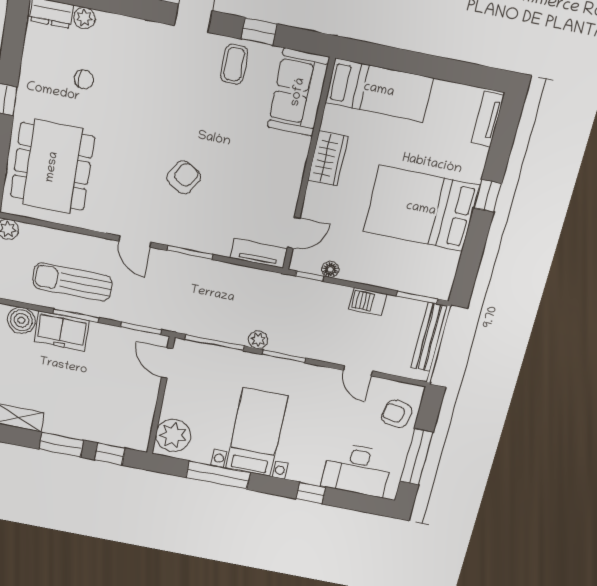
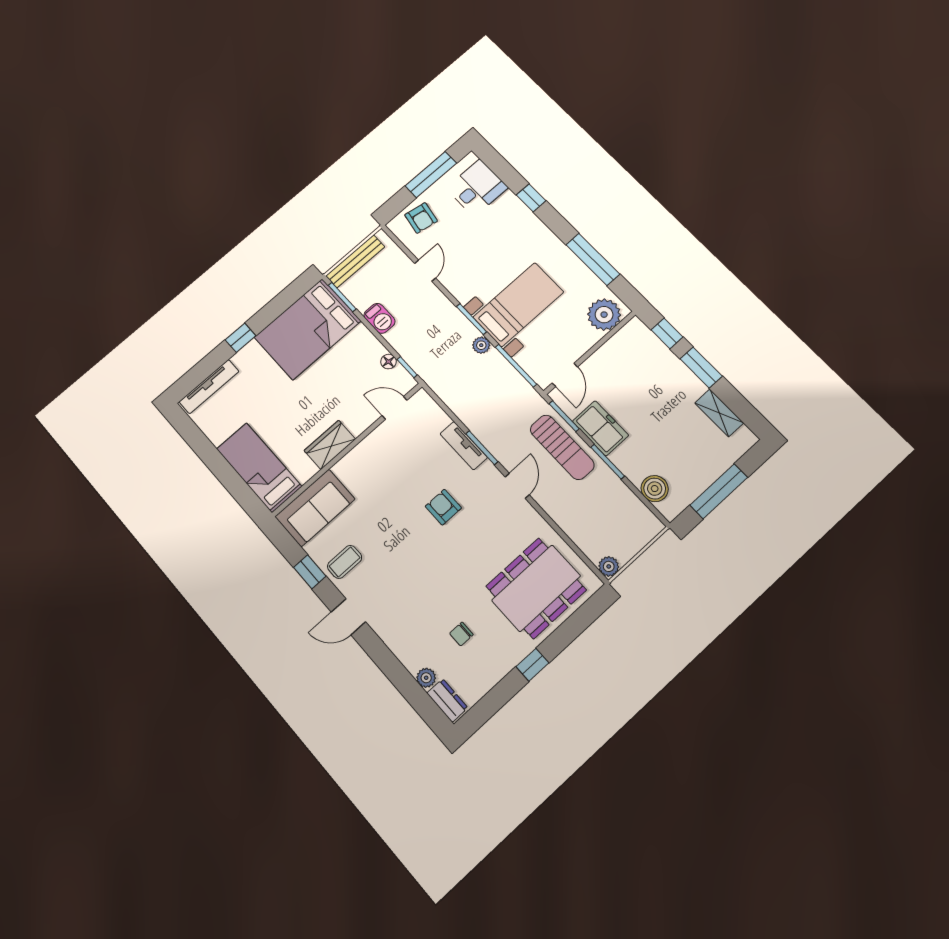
chair: (84, 79) -> (461, 634), turned -92
tv unit: (488, 119) -> (209, 387), width x1.41
armchair: (184, 177) -> (443, 507), turned 59
bed: (421, 209) -> (308, 329), moved, turned 90
tv unit: (259, 253) -> (464, 446), moved
sun lounger: (72, 282) -> (562, 447), moved
freezer: (62, 331) -> (600, 428), moved
bed with nightstands: (257, 432) -> (518, 305), moved, turned 180
desk: (357, 470) -> (477, 188), width x0.73

